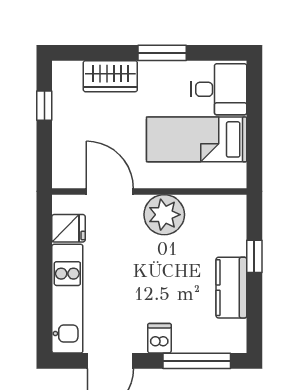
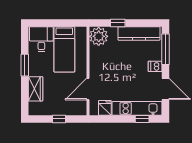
window: (44, 106) -> (59, 119), moved
plant: (164, 215) -> (99, 36), moved
kitchen counter: (231, 288) -> (139, 33), width x1.50
window: (44, 310) -> (142, 119), added

